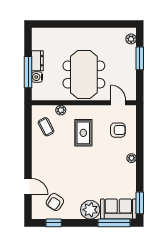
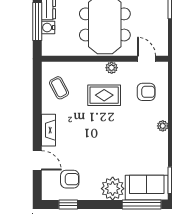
plant: (61, 110) -> (112, 68), moved
rug: (83, 133) -> (104, 95), turned 90
fireplace: (37, 162) -> (49, 130), added
armchair: (55, 202) -> (70, 179), turned -123

